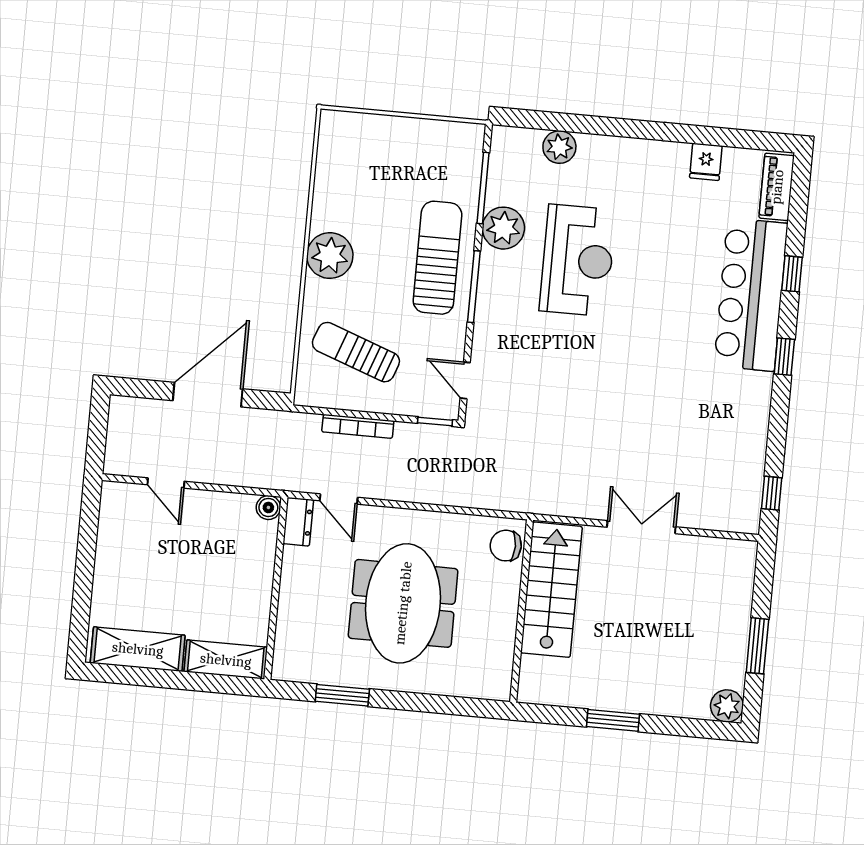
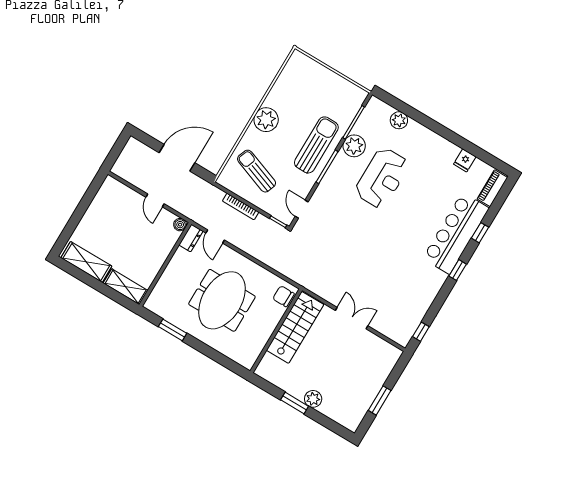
door: (166, 483) -> (155, 200), moved
plant: (727, 706) -> (313, 399), moved

